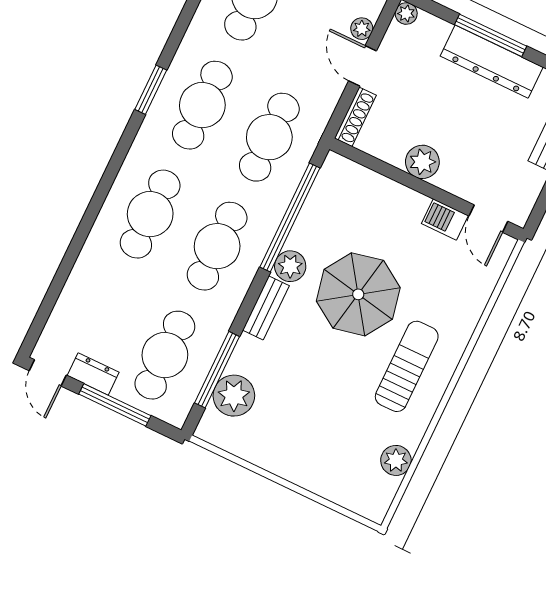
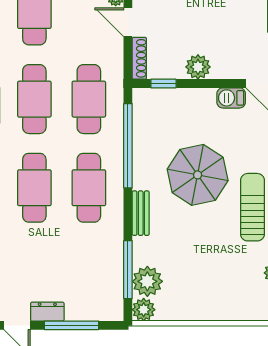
window: (370, 162) -> (163, 84), added
plant: (290, 266) -> (144, 310), moved
cafe table: (165, 355) -> (89, 276), removed

